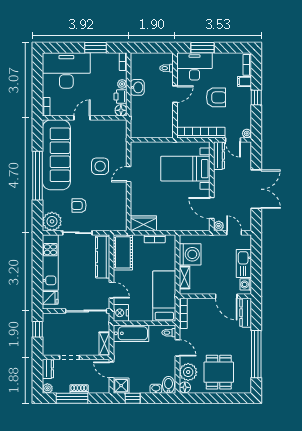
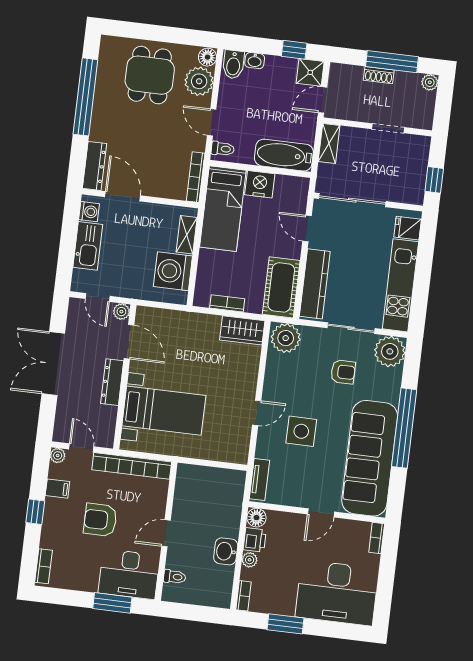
filing cabinet: (244, 81) -> (57, 489), moved
tv unit: (122, 134) -> (259, 480), added
dresser: (219, 156) -> (112, 382), moved
plant: (116, 222) -> (286, 338), added
nightstand: (121, 313) -> (260, 184), moved, turned -90
dresser: (48, 369) -> (425, 114), removed
door: (112, 370) -> (323, 100), swing flipped

